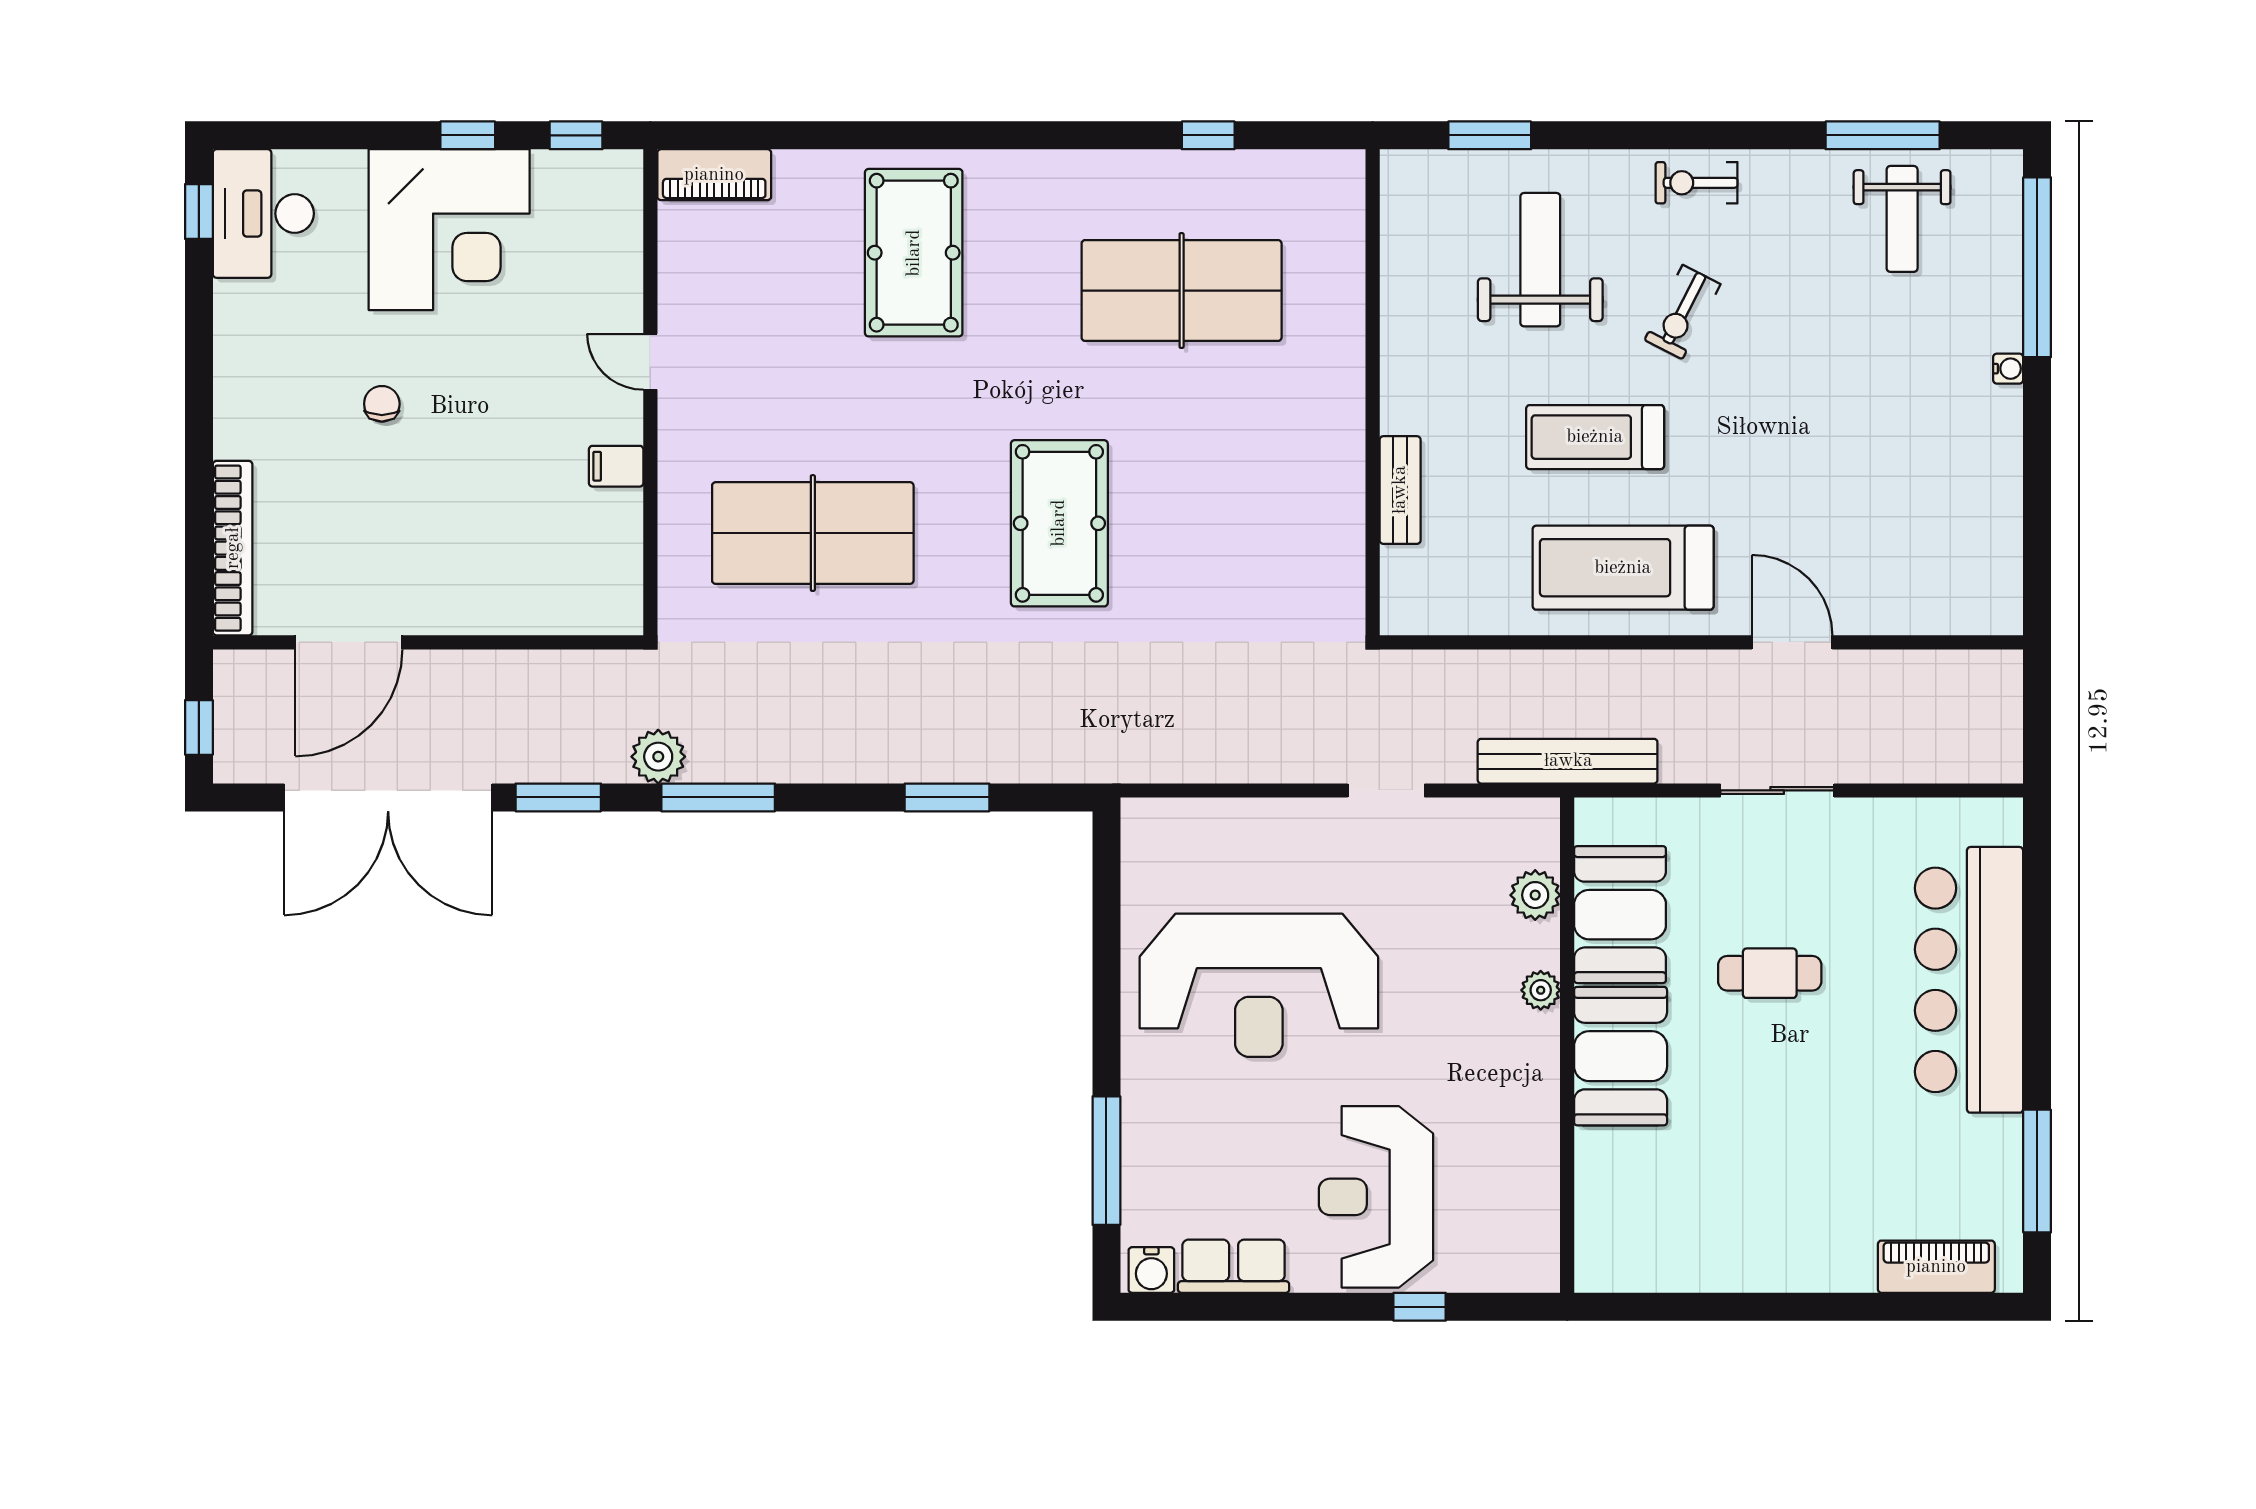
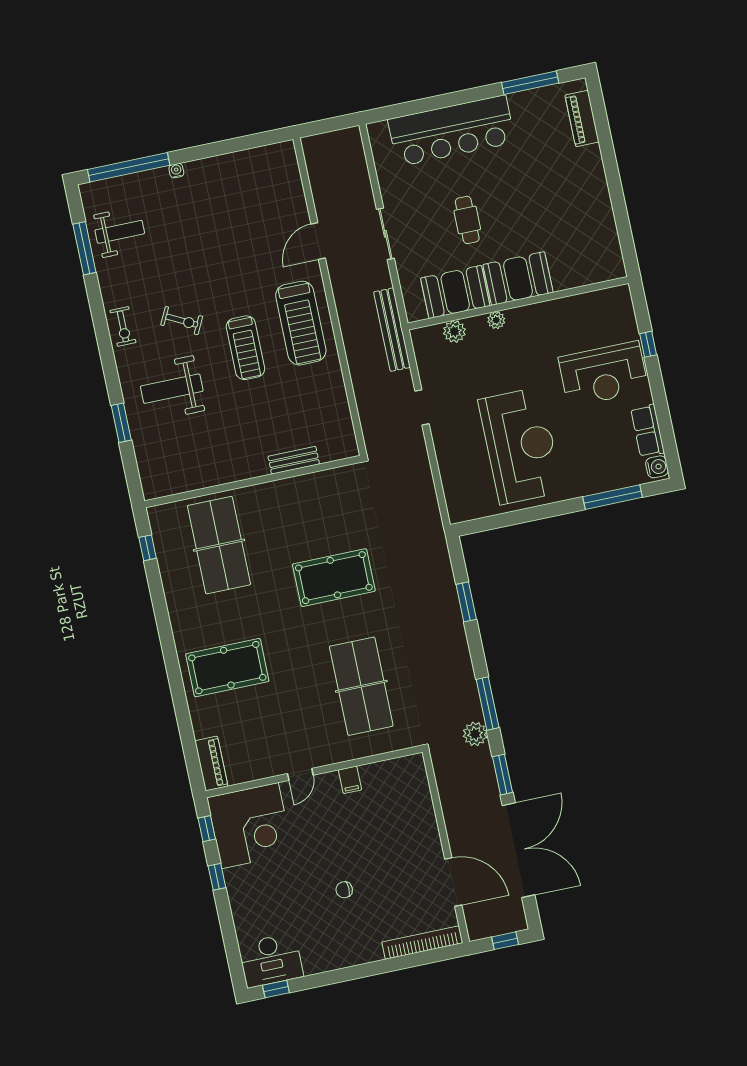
corner desk: (449, 230) -> (250, 826), moved, turned 90
wall: (1373, 392) -> (253, 482), moved
bench: (1400, 490) -> (294, 460), moved

